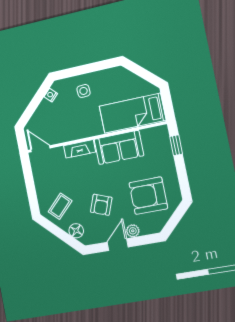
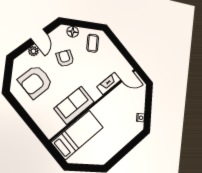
side table: (83, 91) -> (120, 133), removed
window: (176, 145) -> (35, 128), removed
fireplace: (79, 149) -> (109, 83), moved
armchair: (148, 196) -> (36, 82), turned 180

